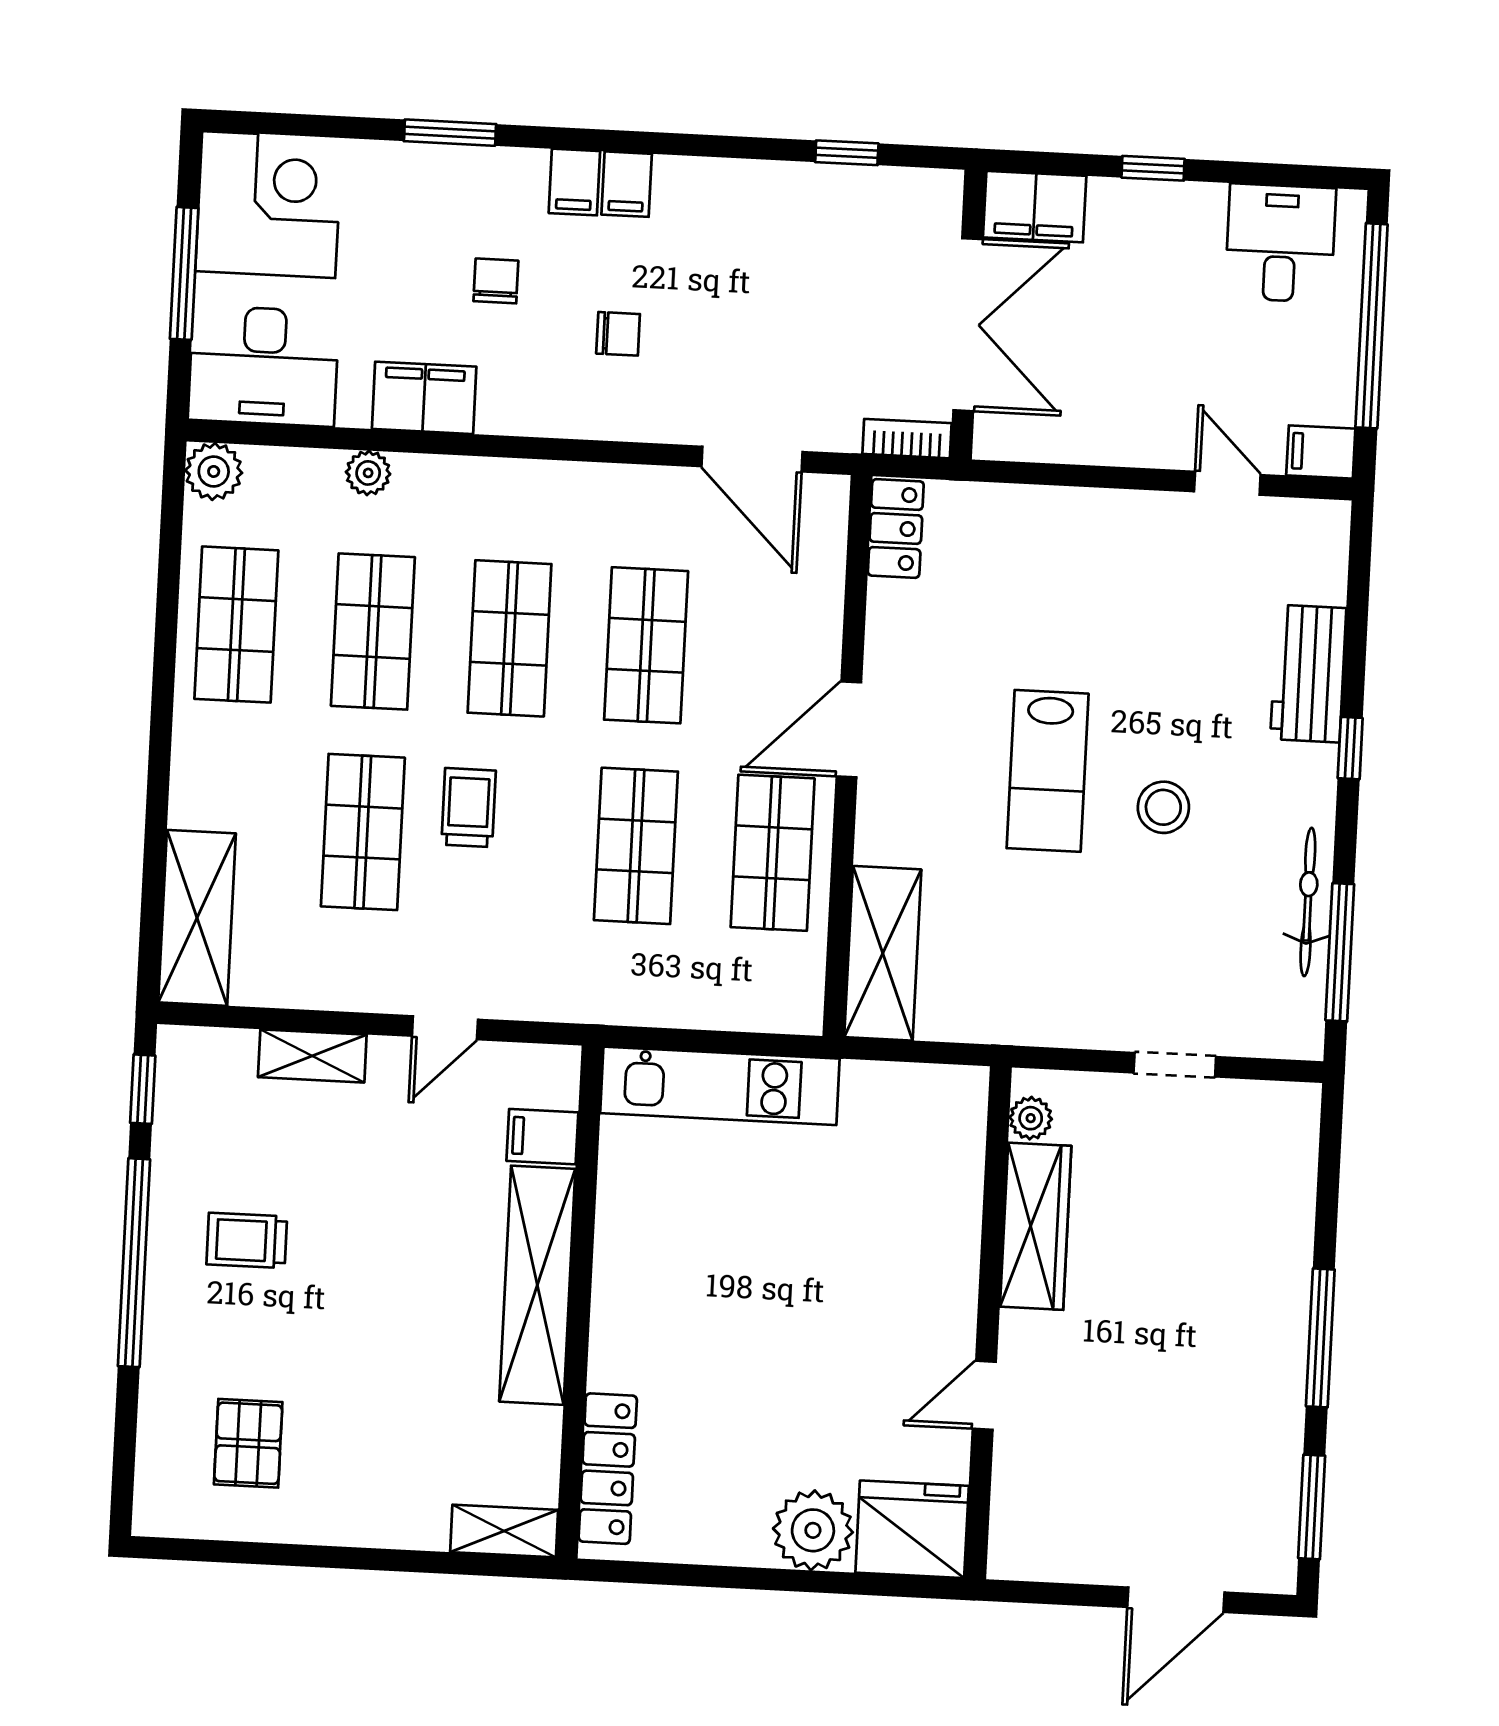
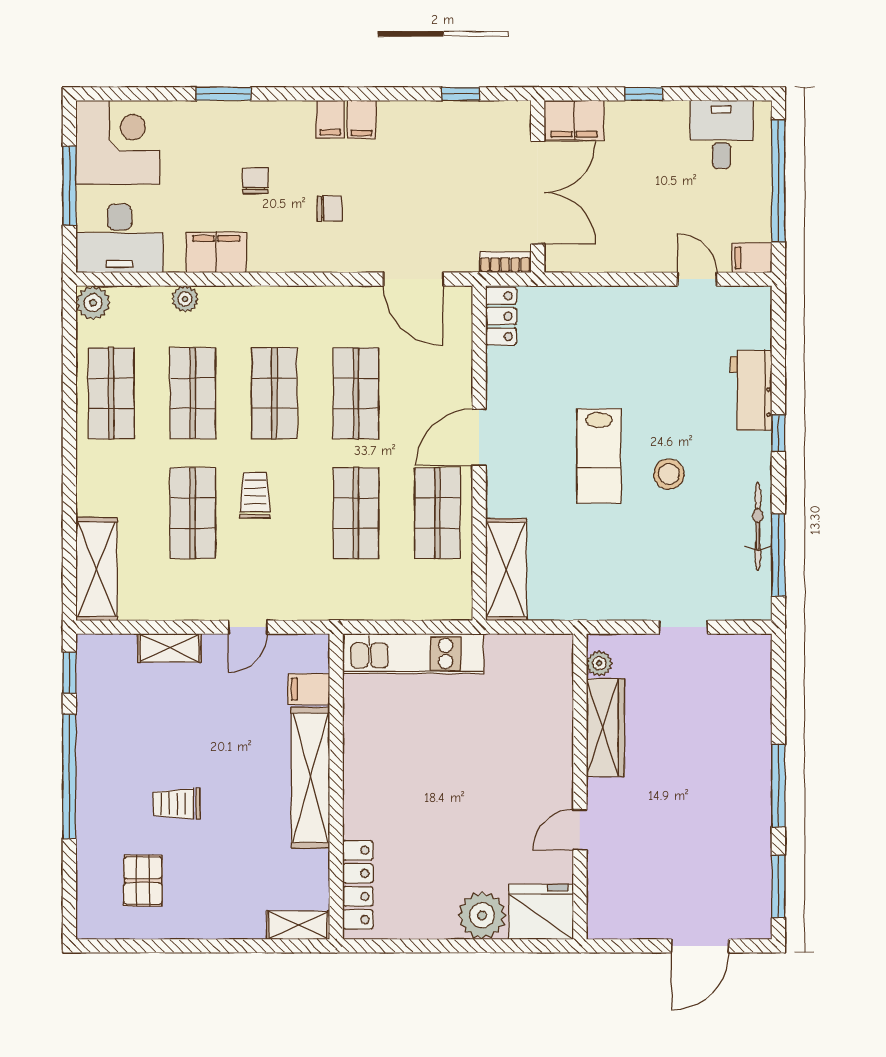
filing cabinet: (574, 182) -> (361, 119), moved
trolley: (247, 1240) -> (176, 804), moved

